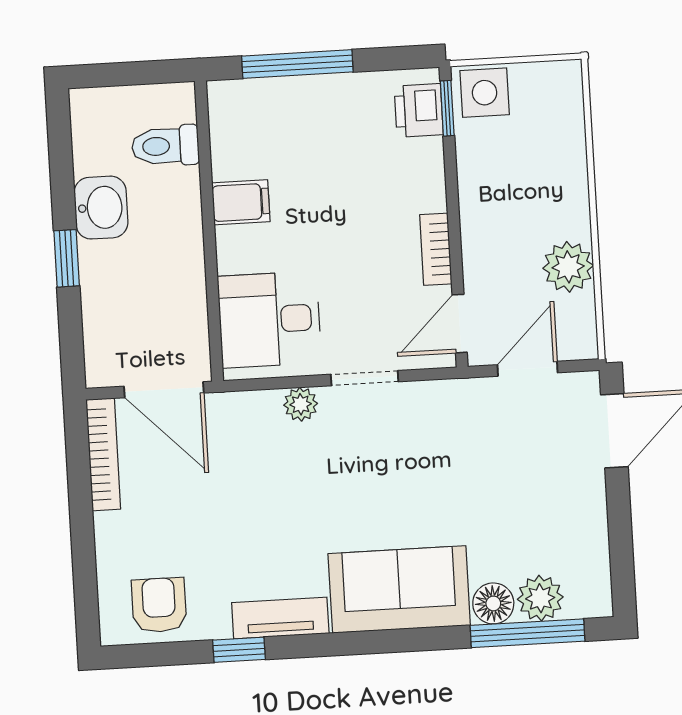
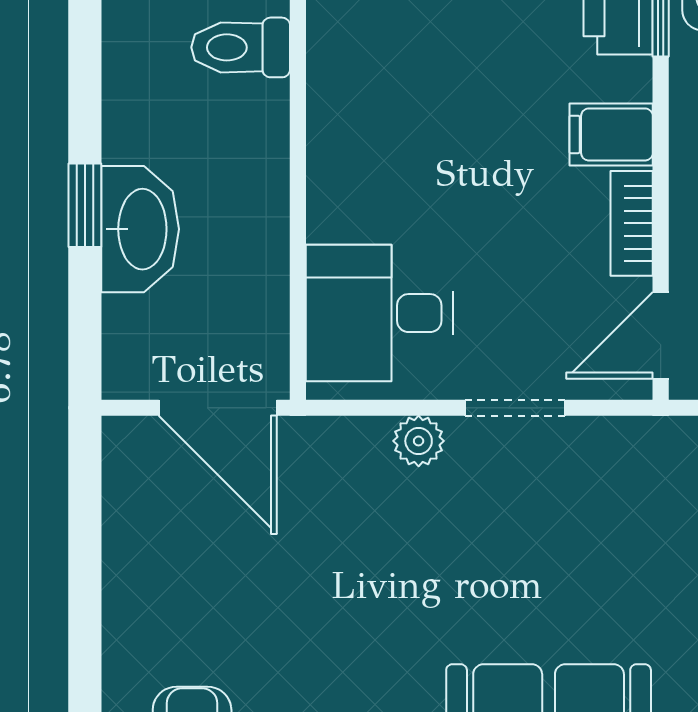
filing cabinet: (241, 202) -> (611, 134), moved, turned 180
washbasin: (101, 208) -> (140, 229), moved, width x1.38
bookcase: (103, 454) -> (123, 498), removed

